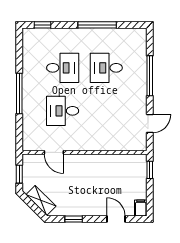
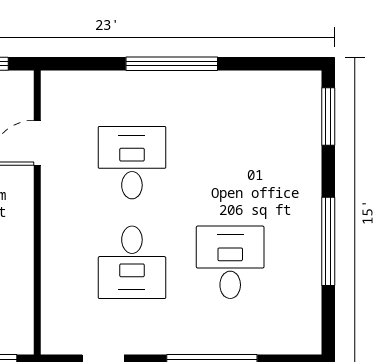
window: (42, 25) -> (328, 117), width x1.50
desk: (63, 68) -> (132, 262), moved

